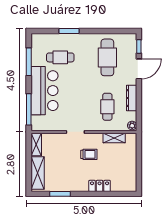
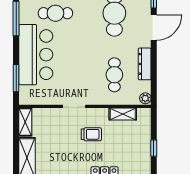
window: (29, 109) -> (16, 78), width x0.69
window: (139, 165) -> (154, 148), added

